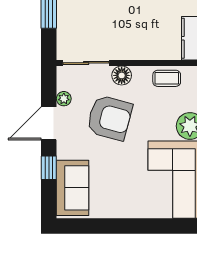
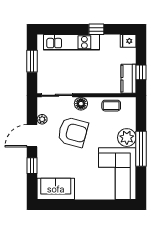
sofa: (73, 188) -> (56, 189), moved, turned -90

